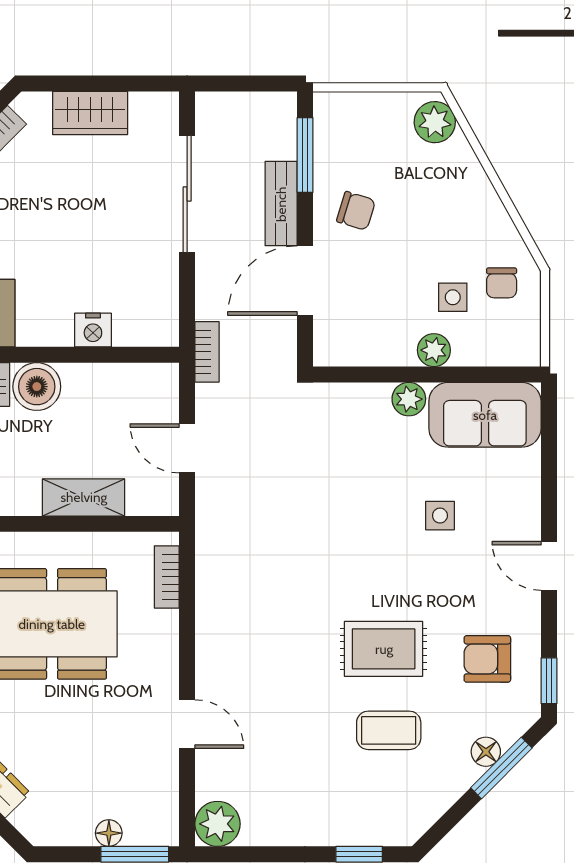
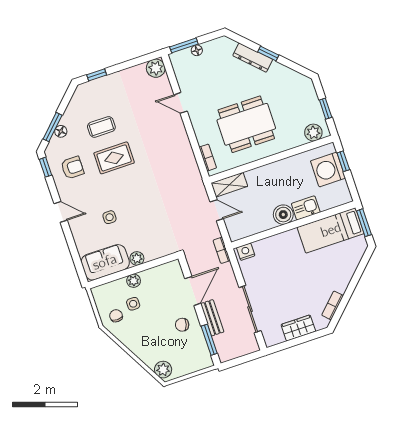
nightstand: (93, 330) -> (246, 252), moved
shelving: (84, 497) -> (229, 185), moved

